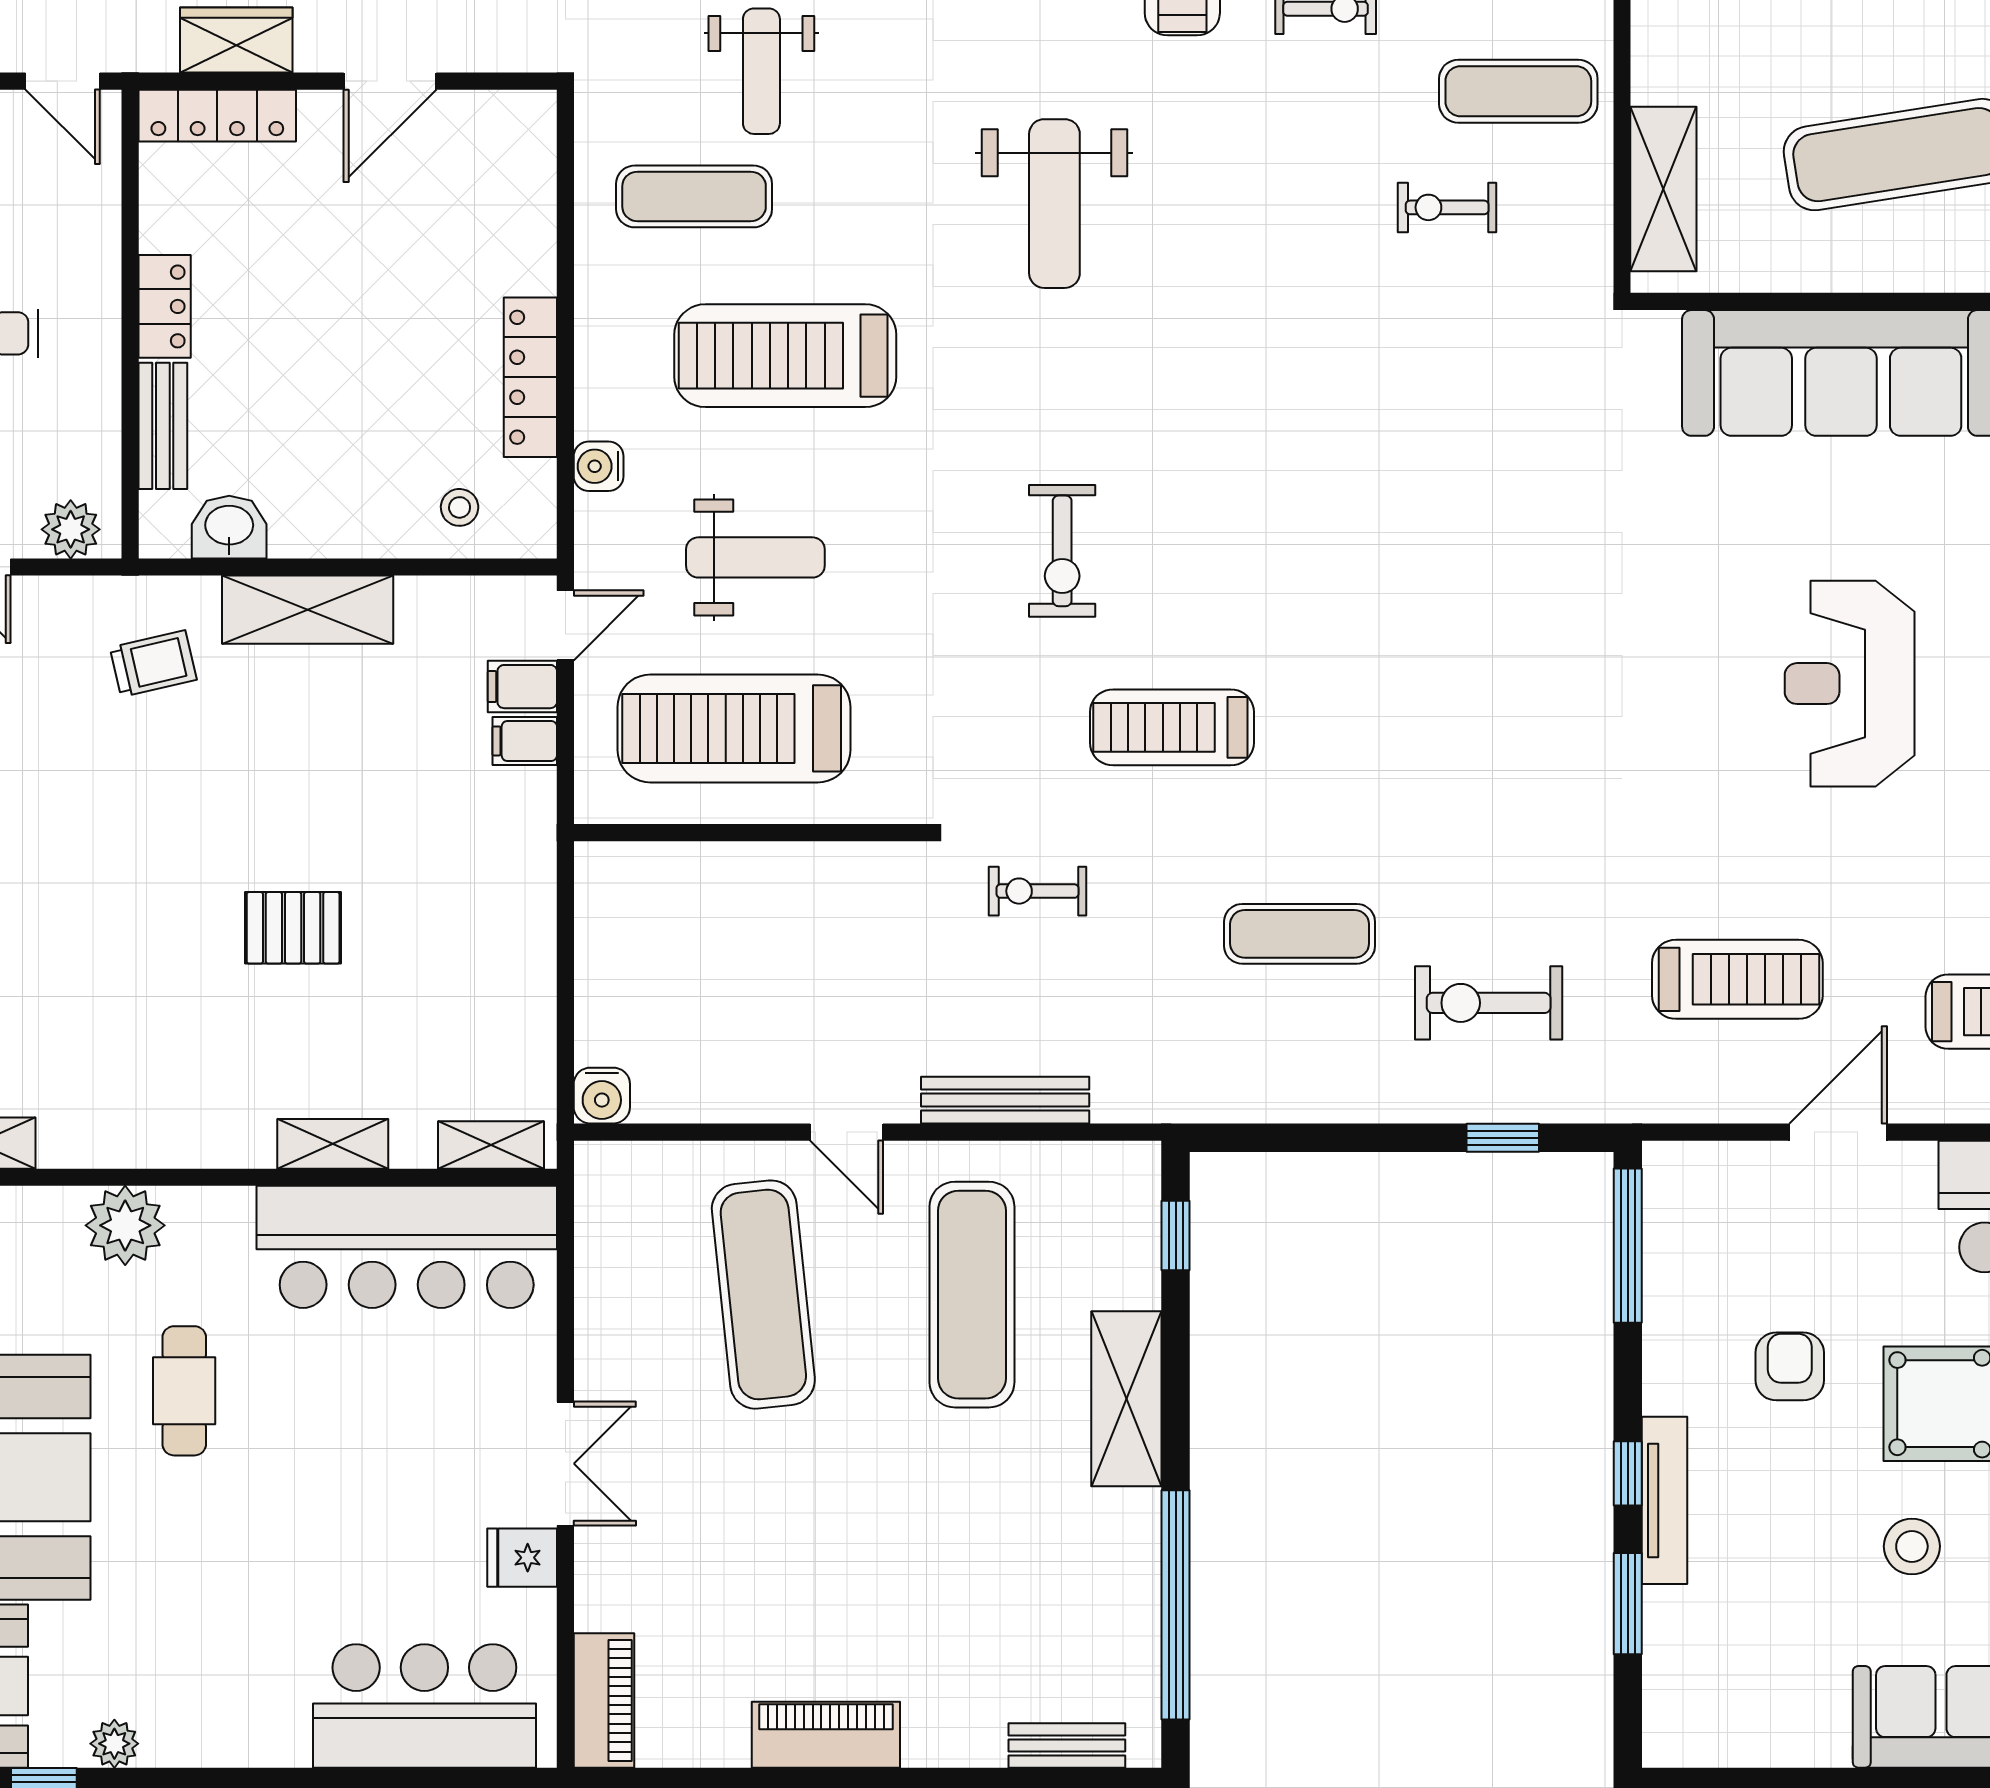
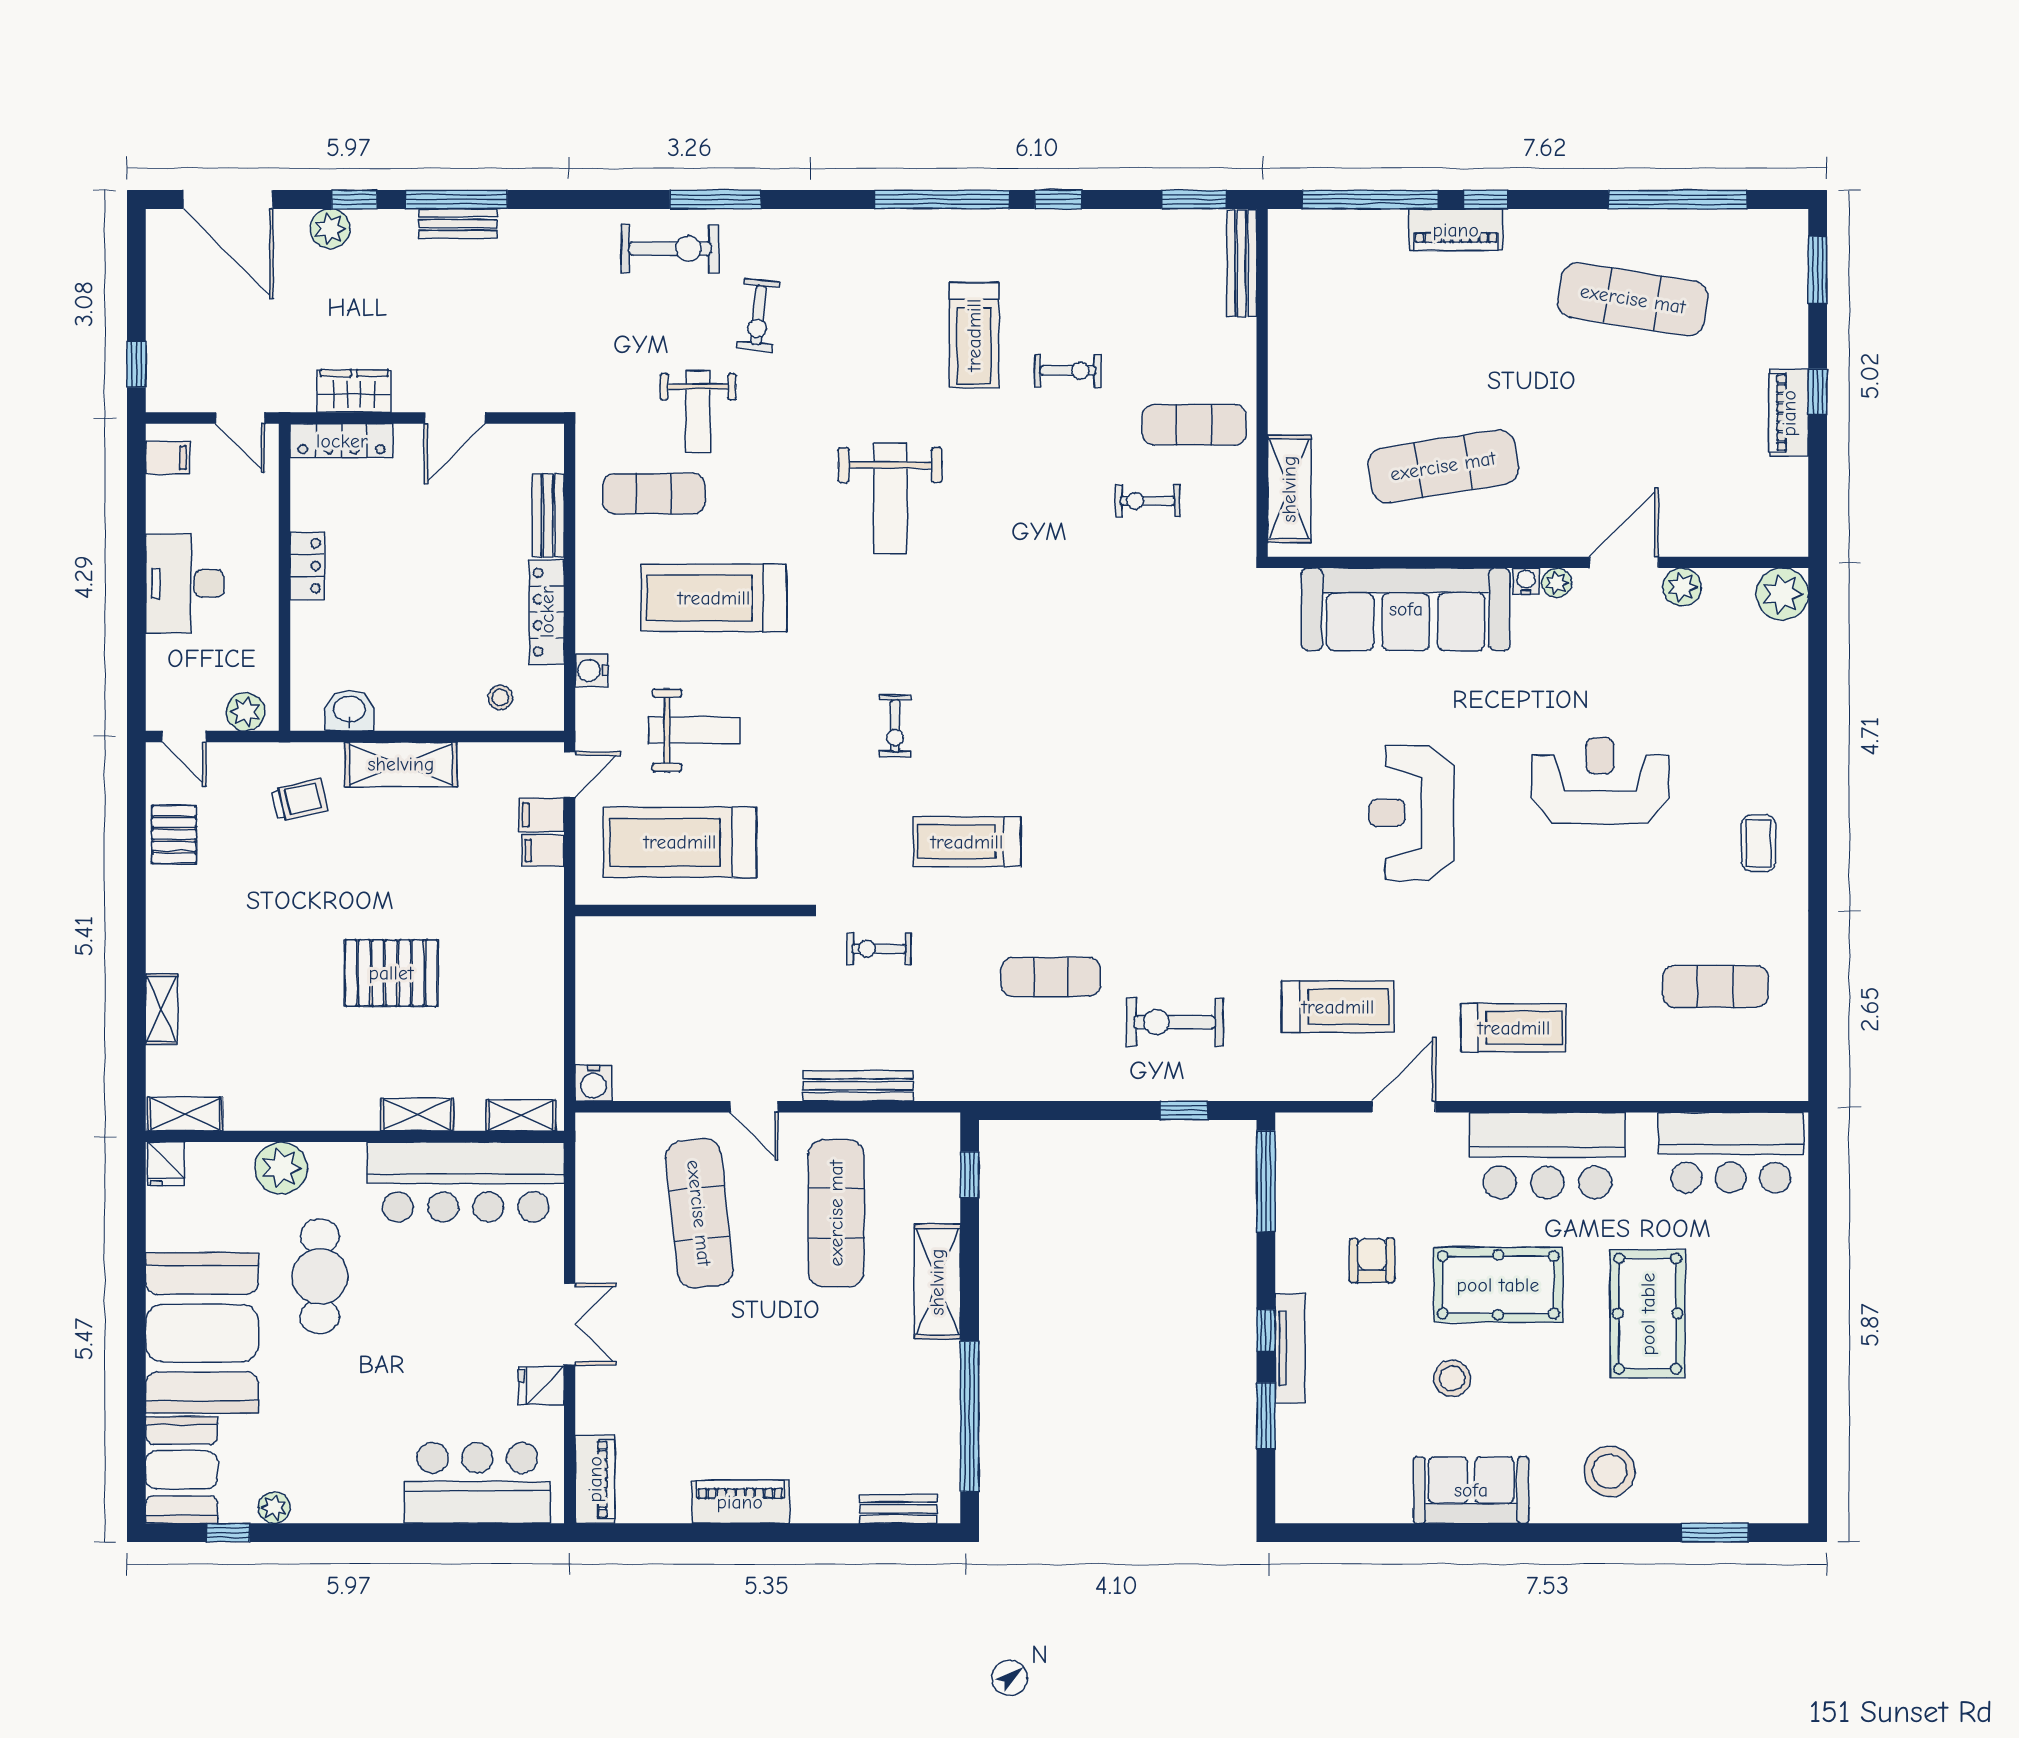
bench: (163, 426) -> (548, 515), moved
exercise bike: (1062, 551) -> (895, 726), width x0.73, depth x0.72
pallet: (293, 928) -> (391, 973), width x1.50, depth x1.42
cafe table: (184, 1391) -> (320, 1276), width x1.37, depth x1.35

